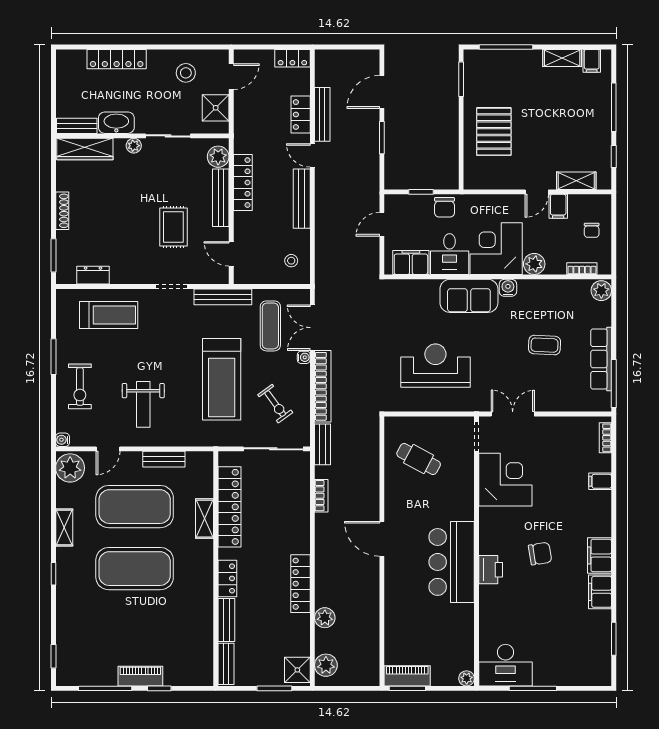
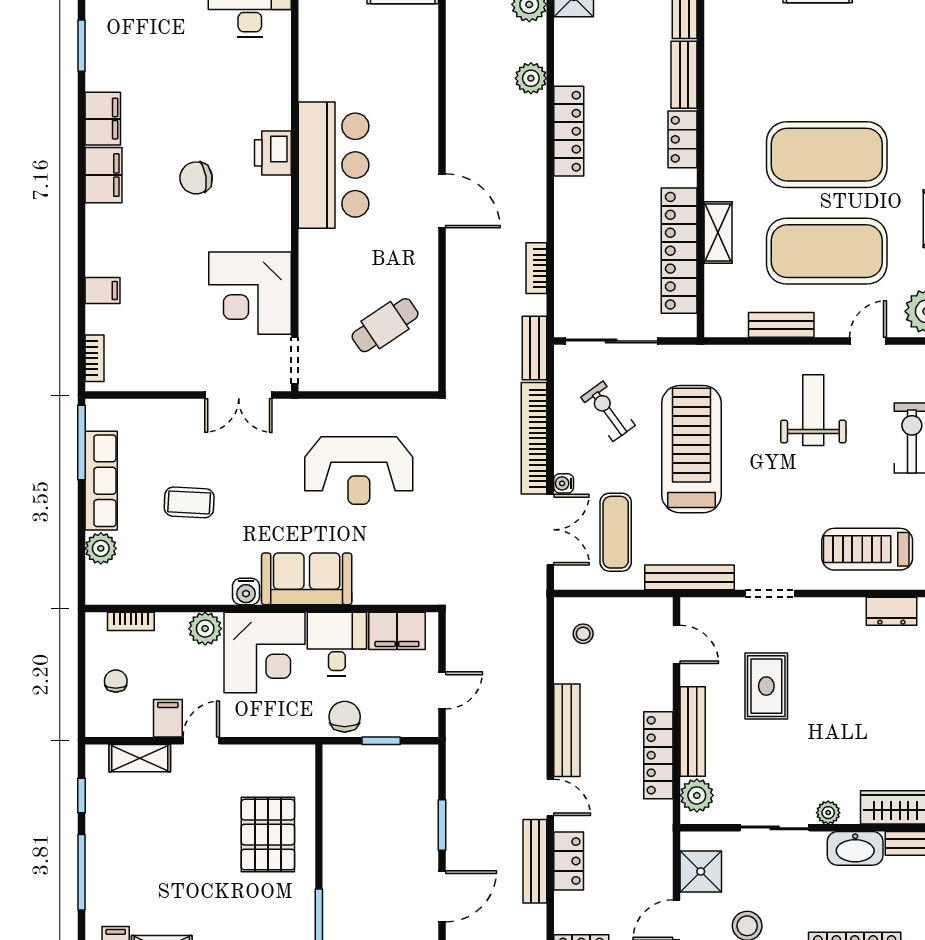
plant: (601, 291) -> (101, 548), moved
cafe table: (419, 459) -> (385, 325), turned -62

